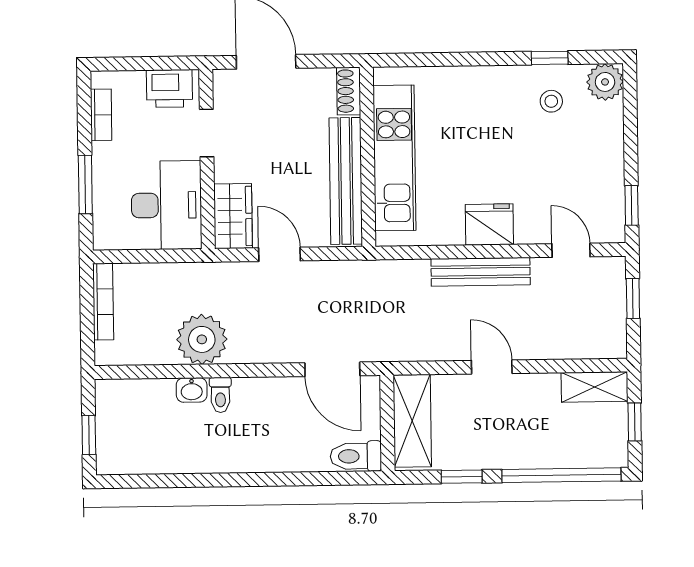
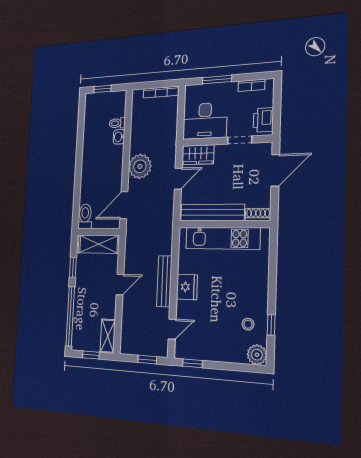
plant: (202, 339) -> (140, 166), moved
toilet: (220, 395) -> (117, 123), moved

